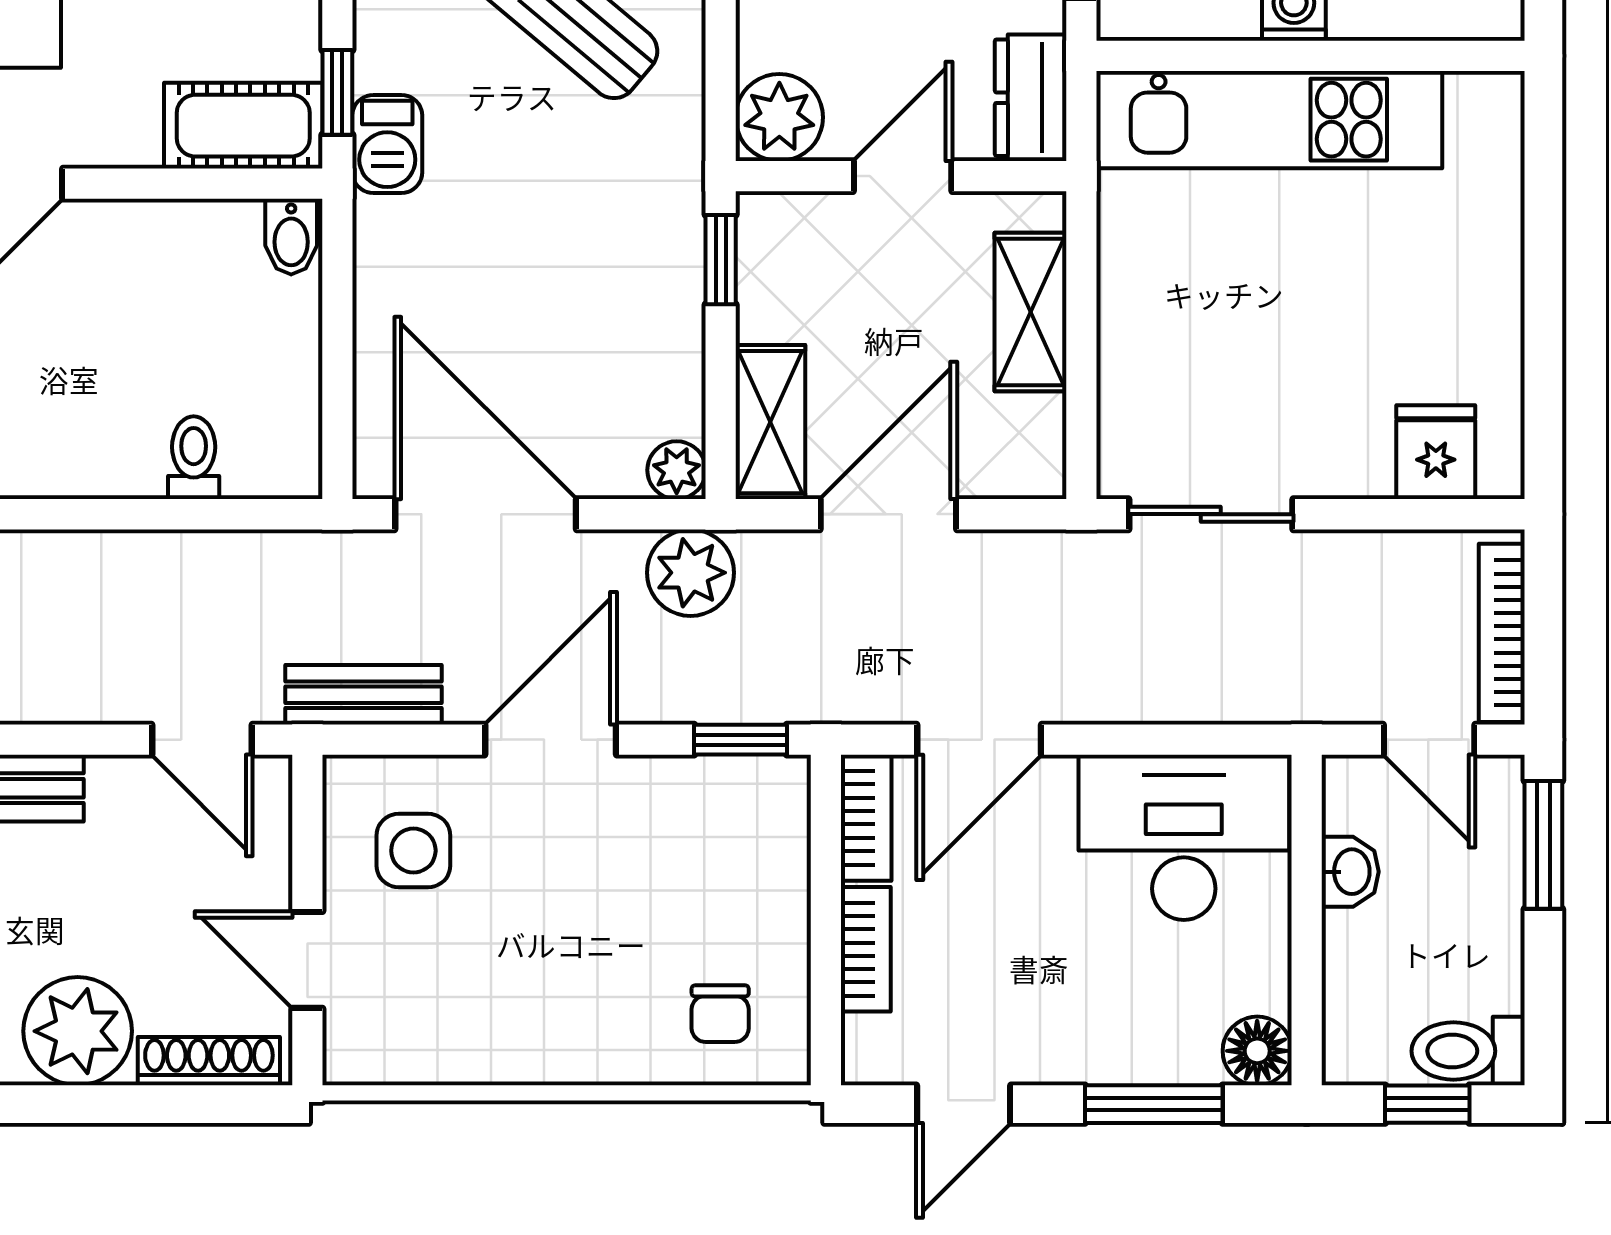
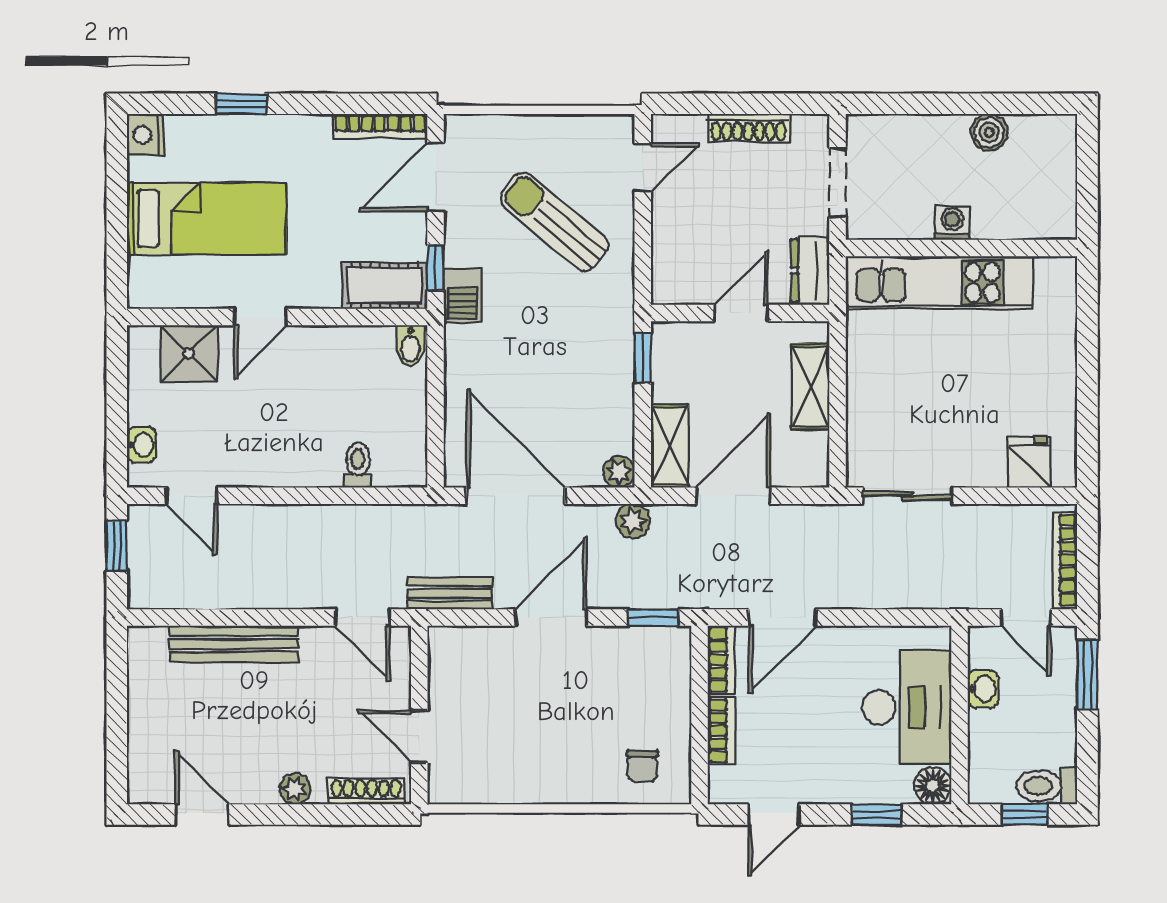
plant: (779, 117) -> (674, 281), removed
plant: (690, 573) -> (633, 521), width x0.73, depth x0.73
desk: (1184, 837) -> (907, 707), moved, turned 90
side table: (413, 851) -> (477, 677), removed
plant: (78, 1031) -> (295, 789), width x0.53, depth x0.53
window: (1154, 1104) -> (877, 815), width x0.67

